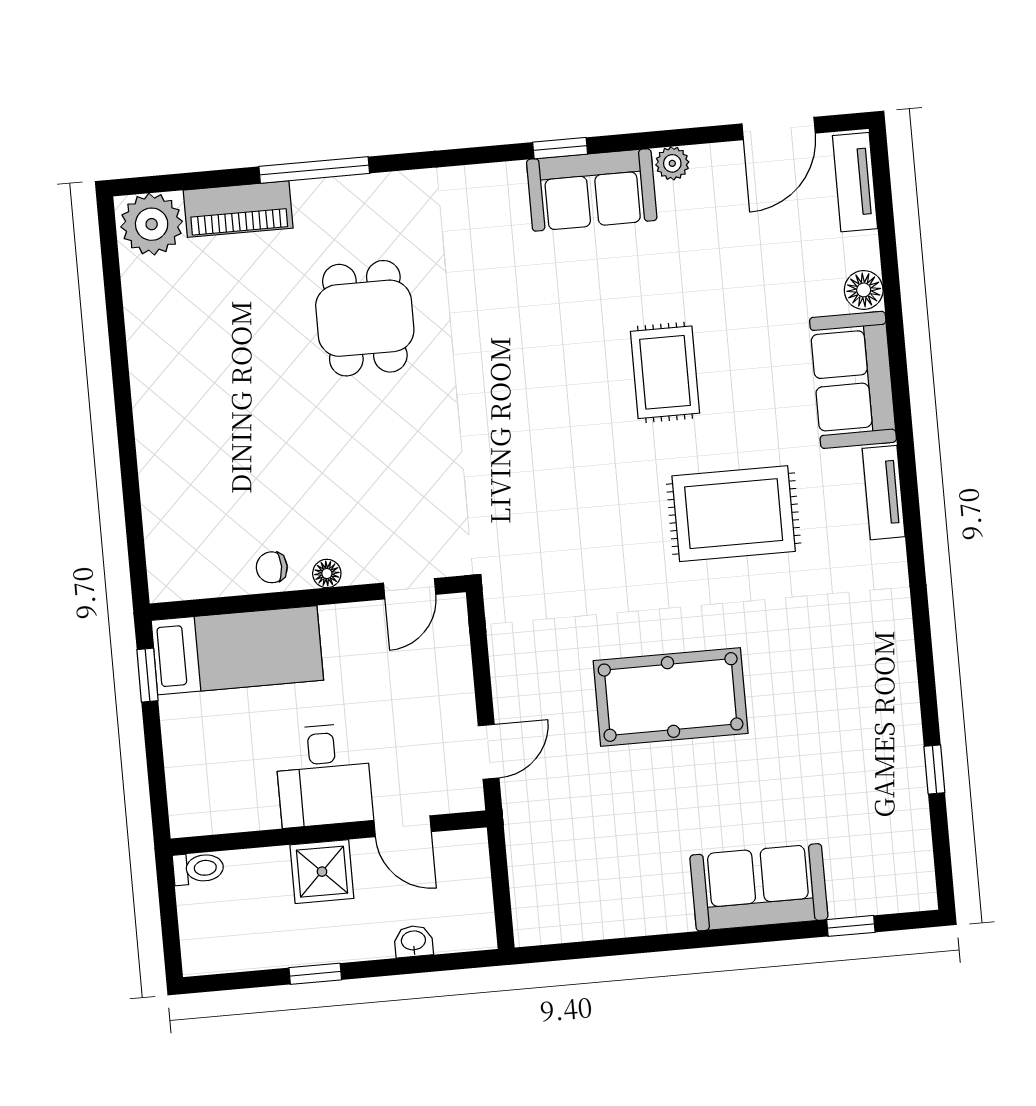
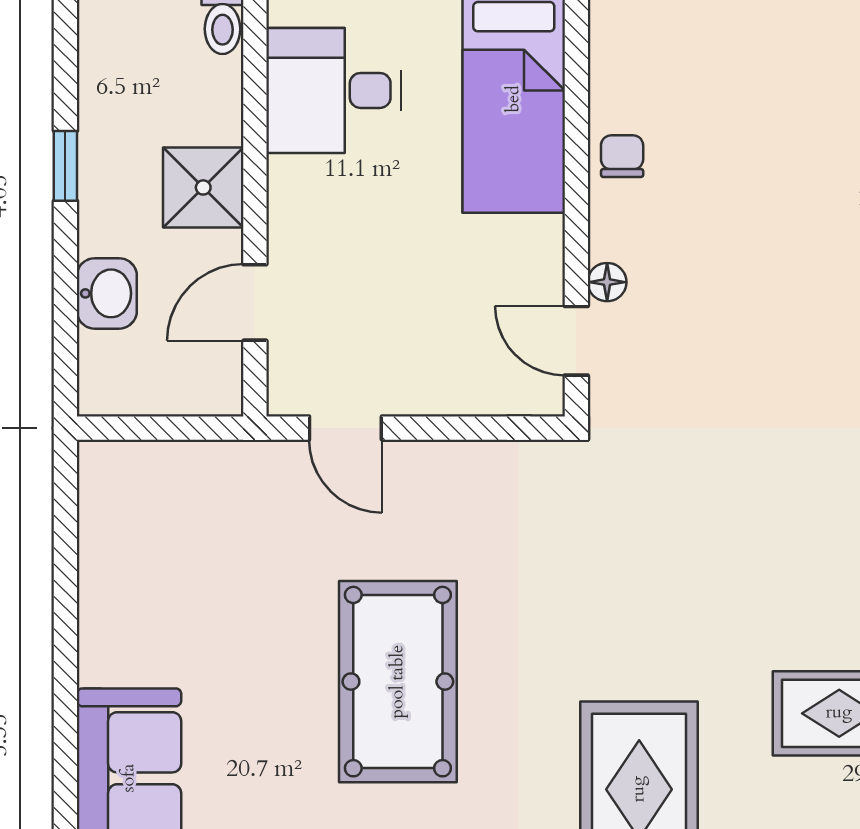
floor lamp: (327, 573) -> (607, 282), moved
desk: (324, 775) -> (334, 90), moved
washbasin: (413, 941) -> (107, 293), width x1.38, depth x1.45

